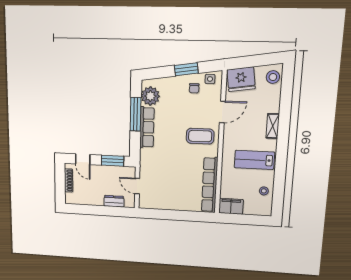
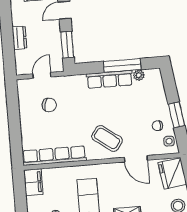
plant: (150, 96) -> (139, 75), width x0.53, depth x0.53
coffee table: (200, 136) -> (107, 138), turned -54
chair: (164, 183) -> (49, 105), added
dresser: (114, 201) -> (19, 38), moved

